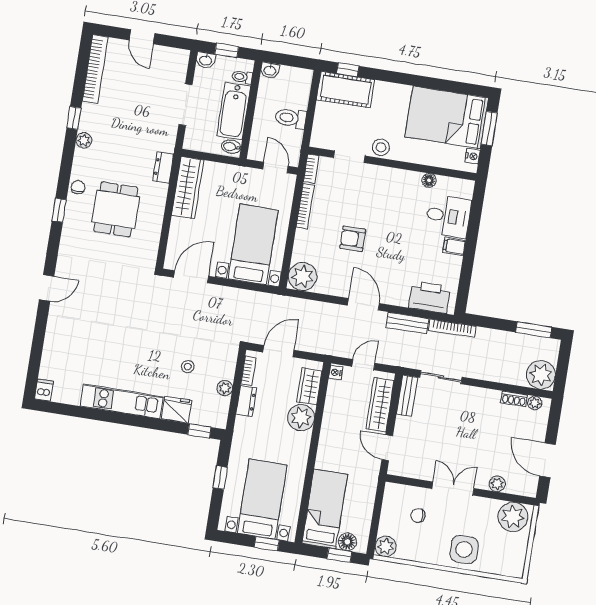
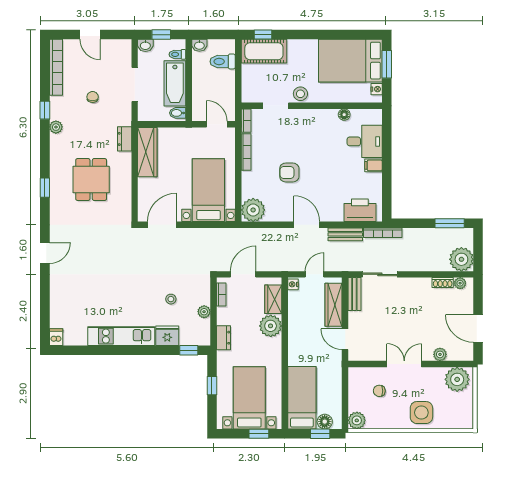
toilet: (291, 118) -> (223, 61), moved
chair: (78, 187) -> (93, 97), moved
dresser: (246, 401) -> (223, 338), moved

